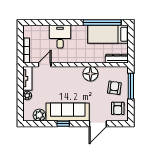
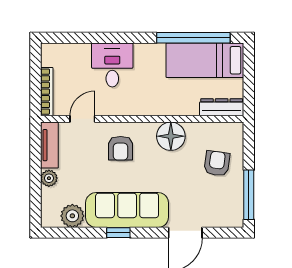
window: (131, 86) -> (249, 195), moved
armchair: (118, 108) -> (121, 148), moved

